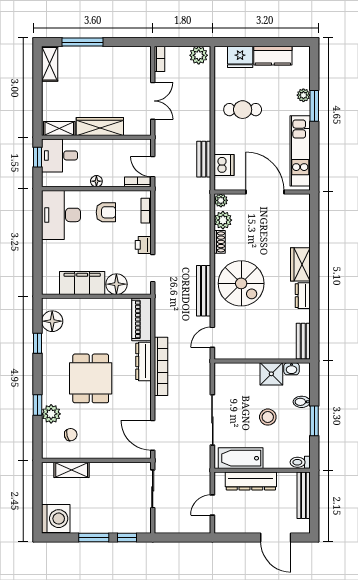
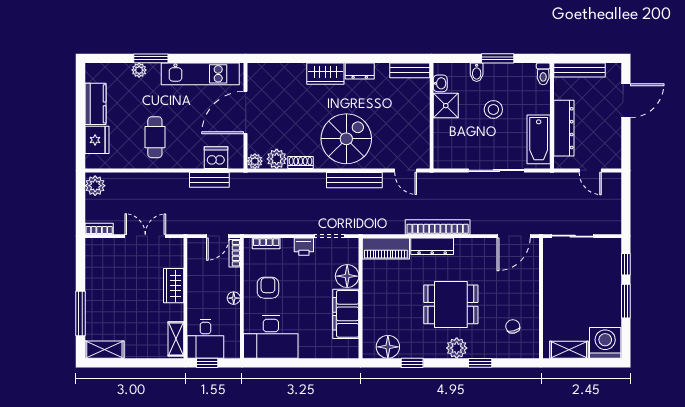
wardrobe: (100, 127) -> (174, 286), width x0.67
plant: (51, 414) -> (457, 348), moved
shelving: (72, 470) -> (569, 350), moved, turned 90

